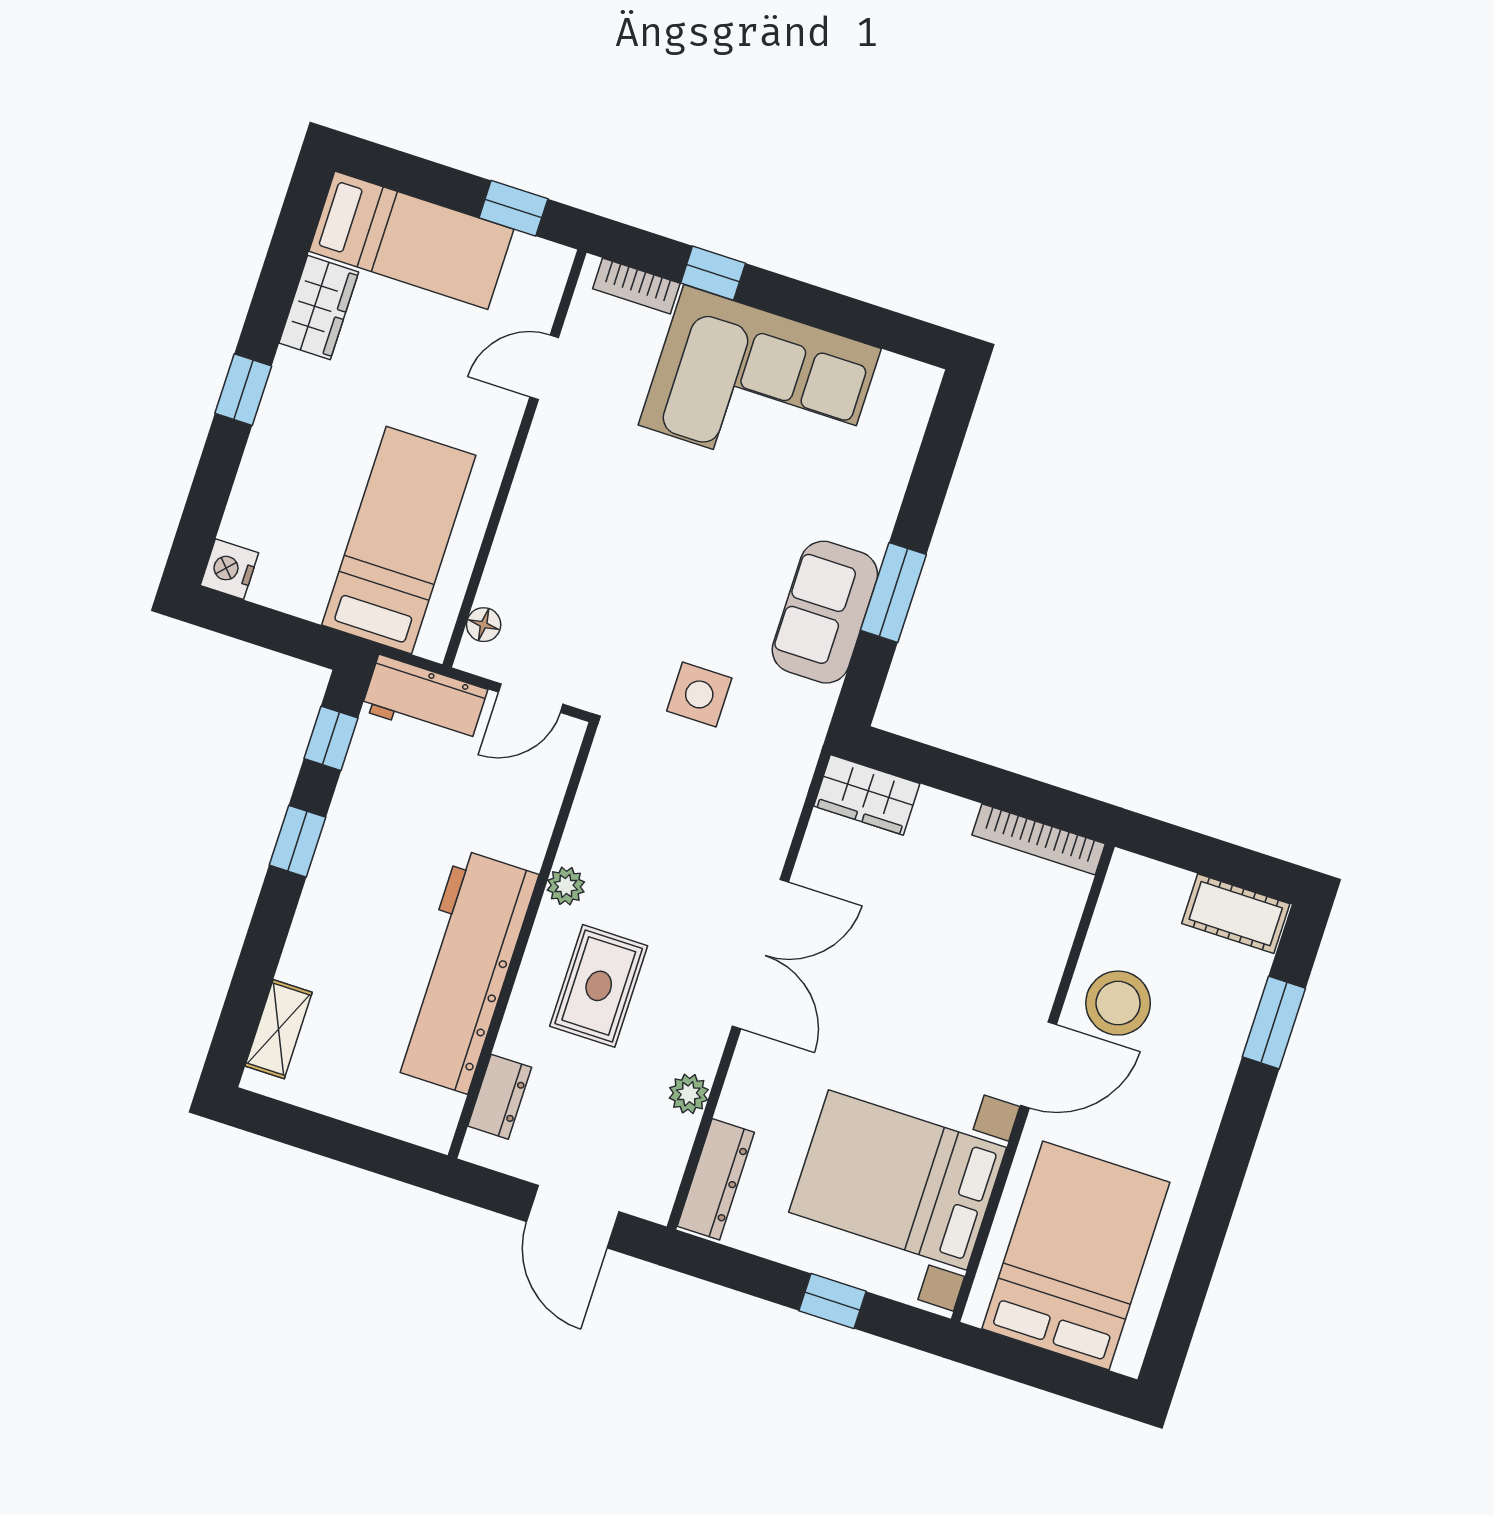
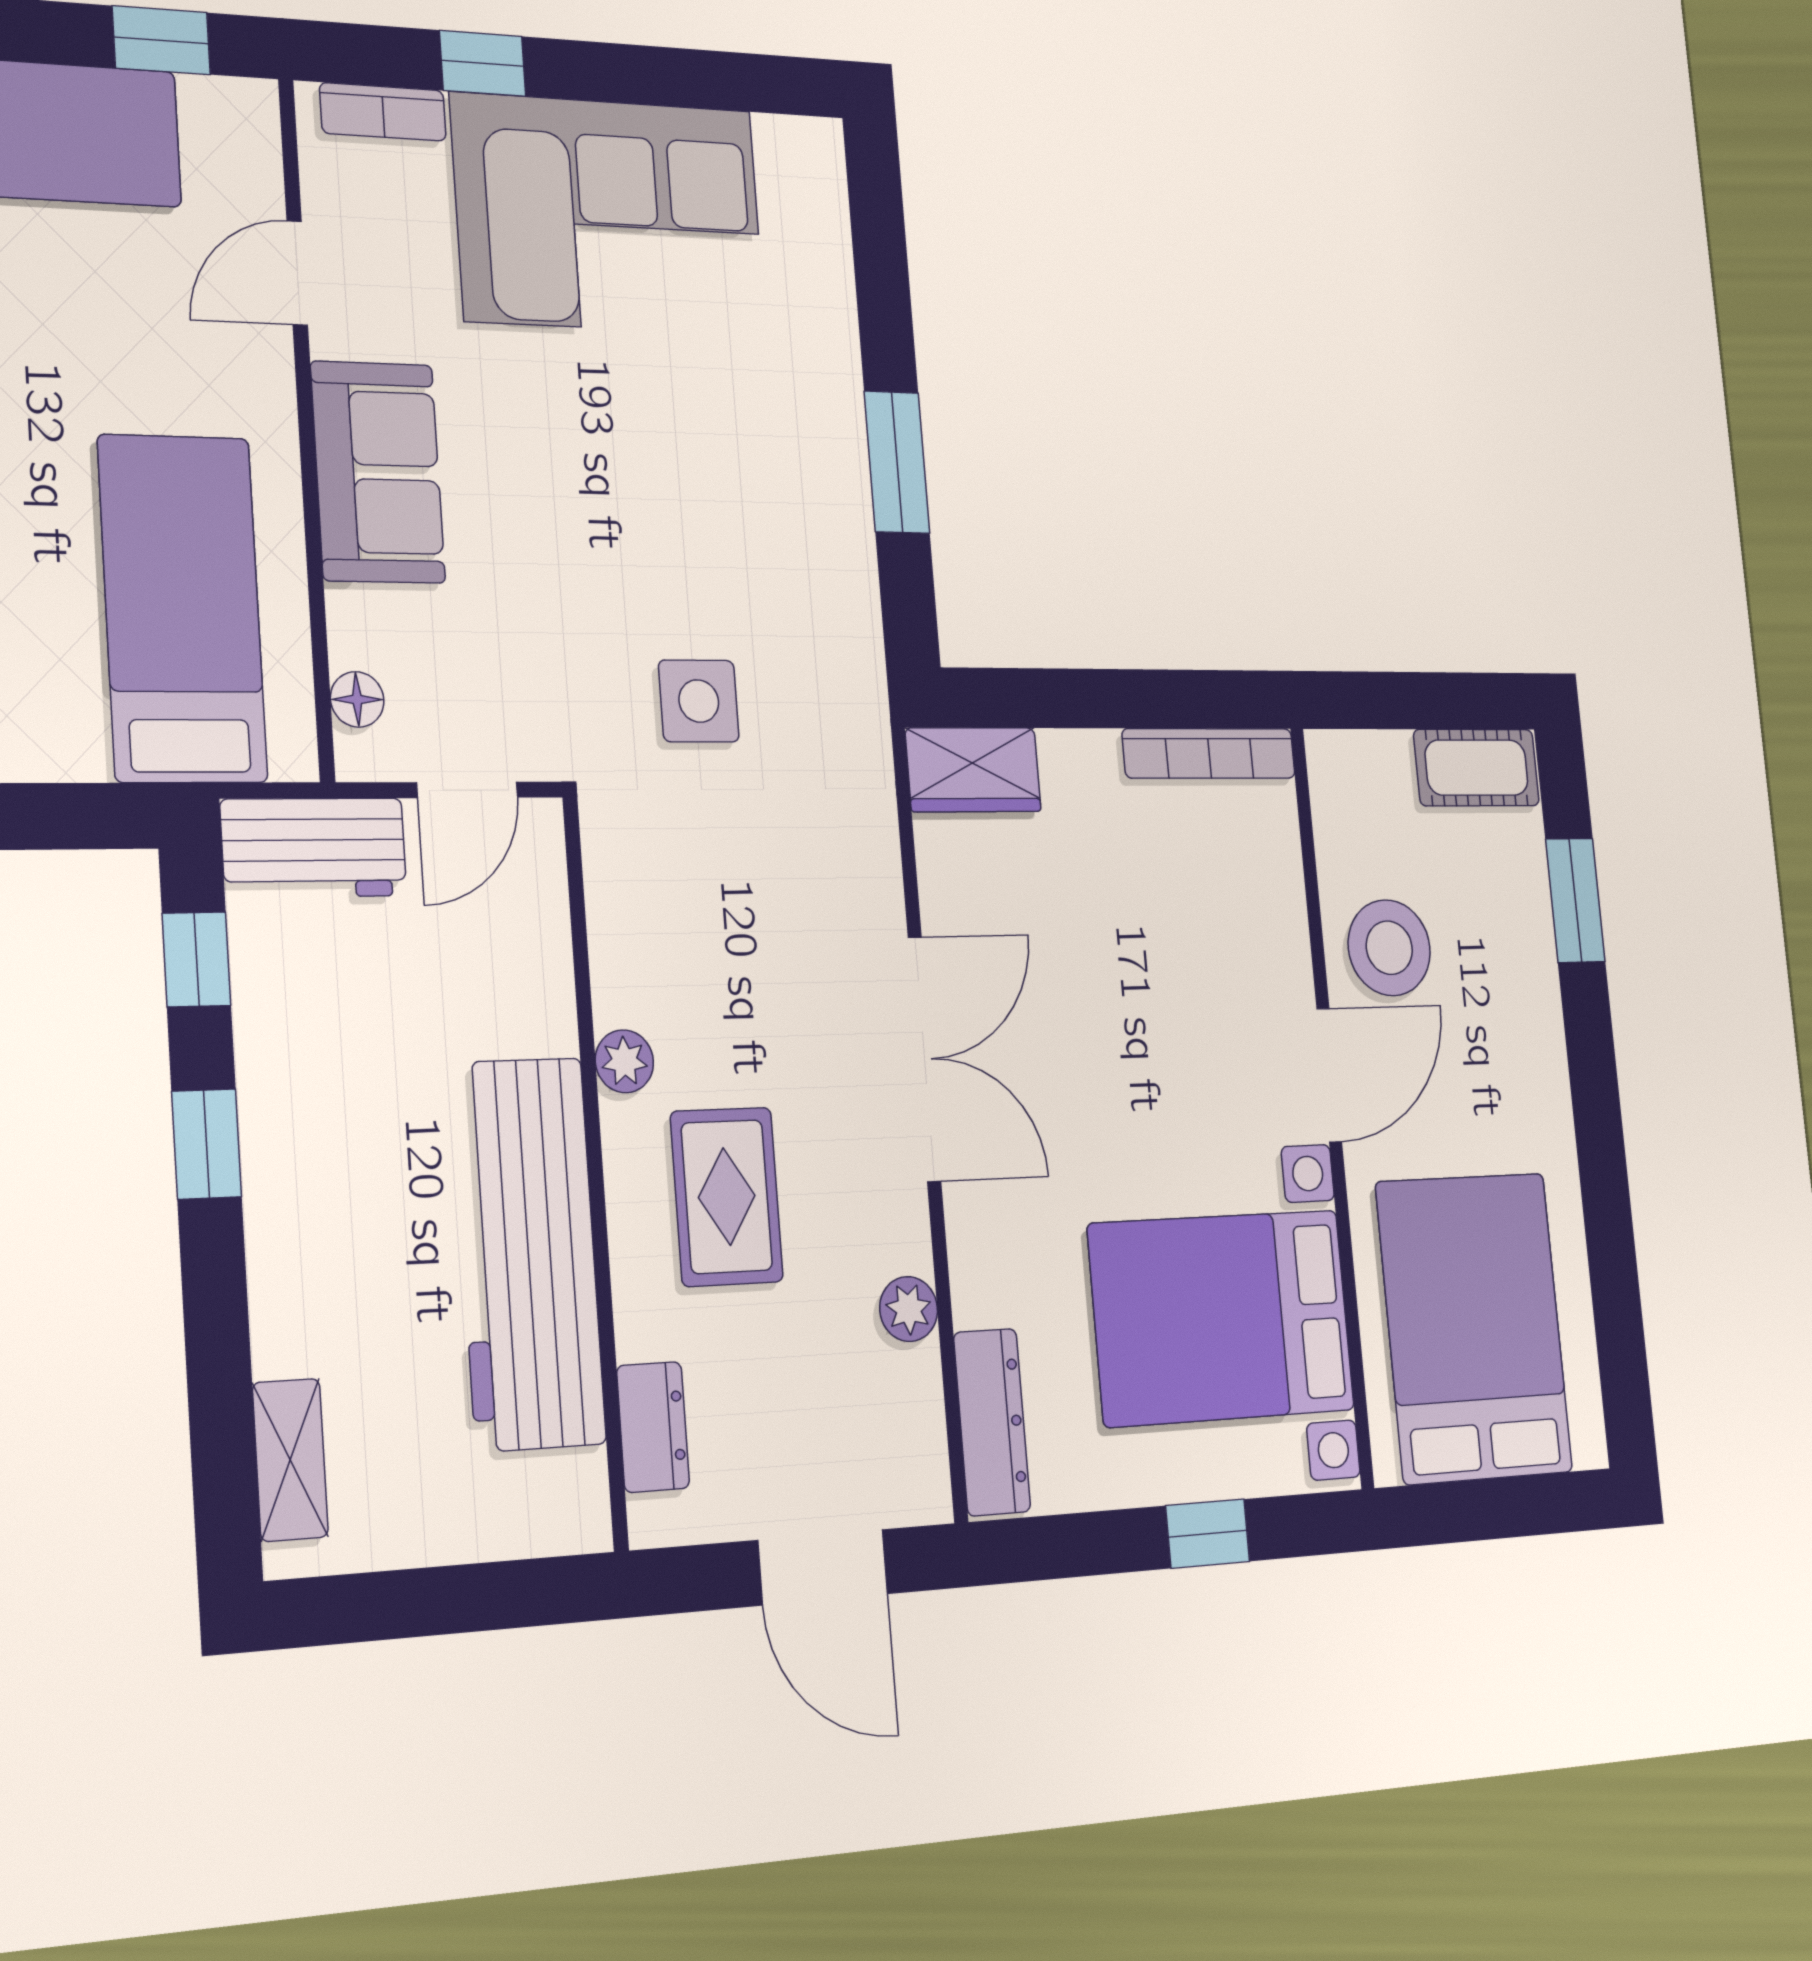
sofa: (825, 612) -> (378, 472), moved, turned 180

